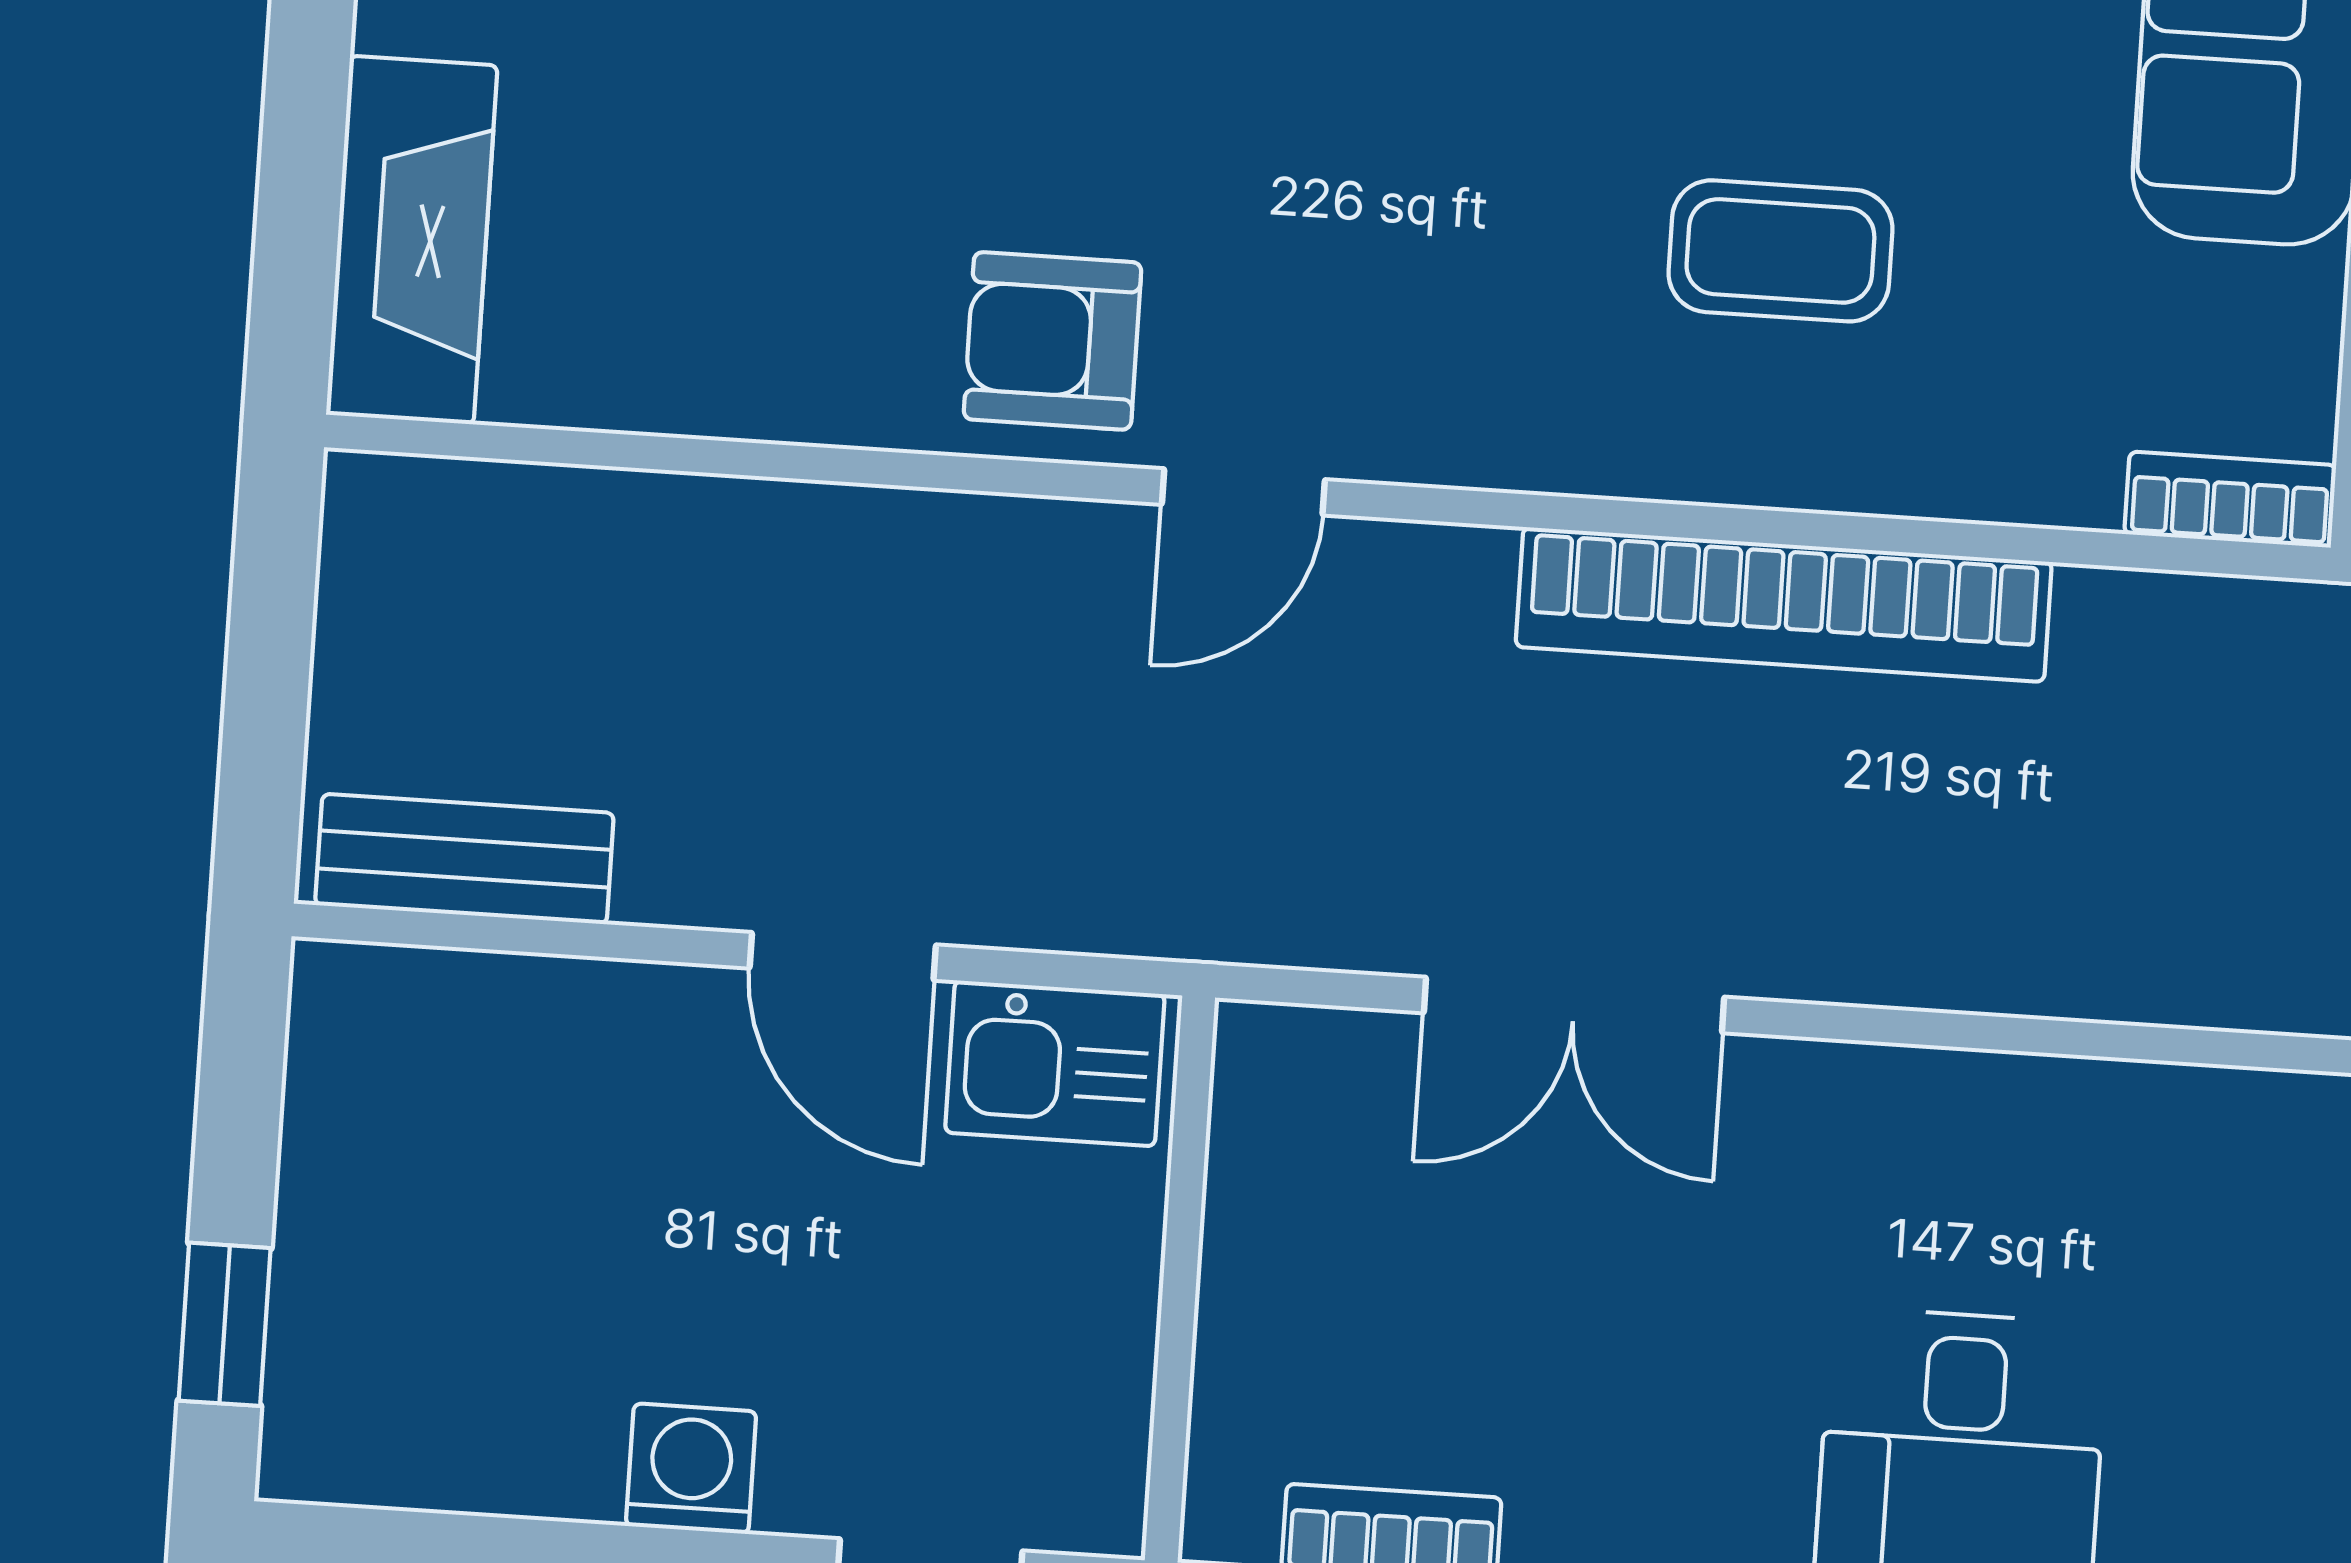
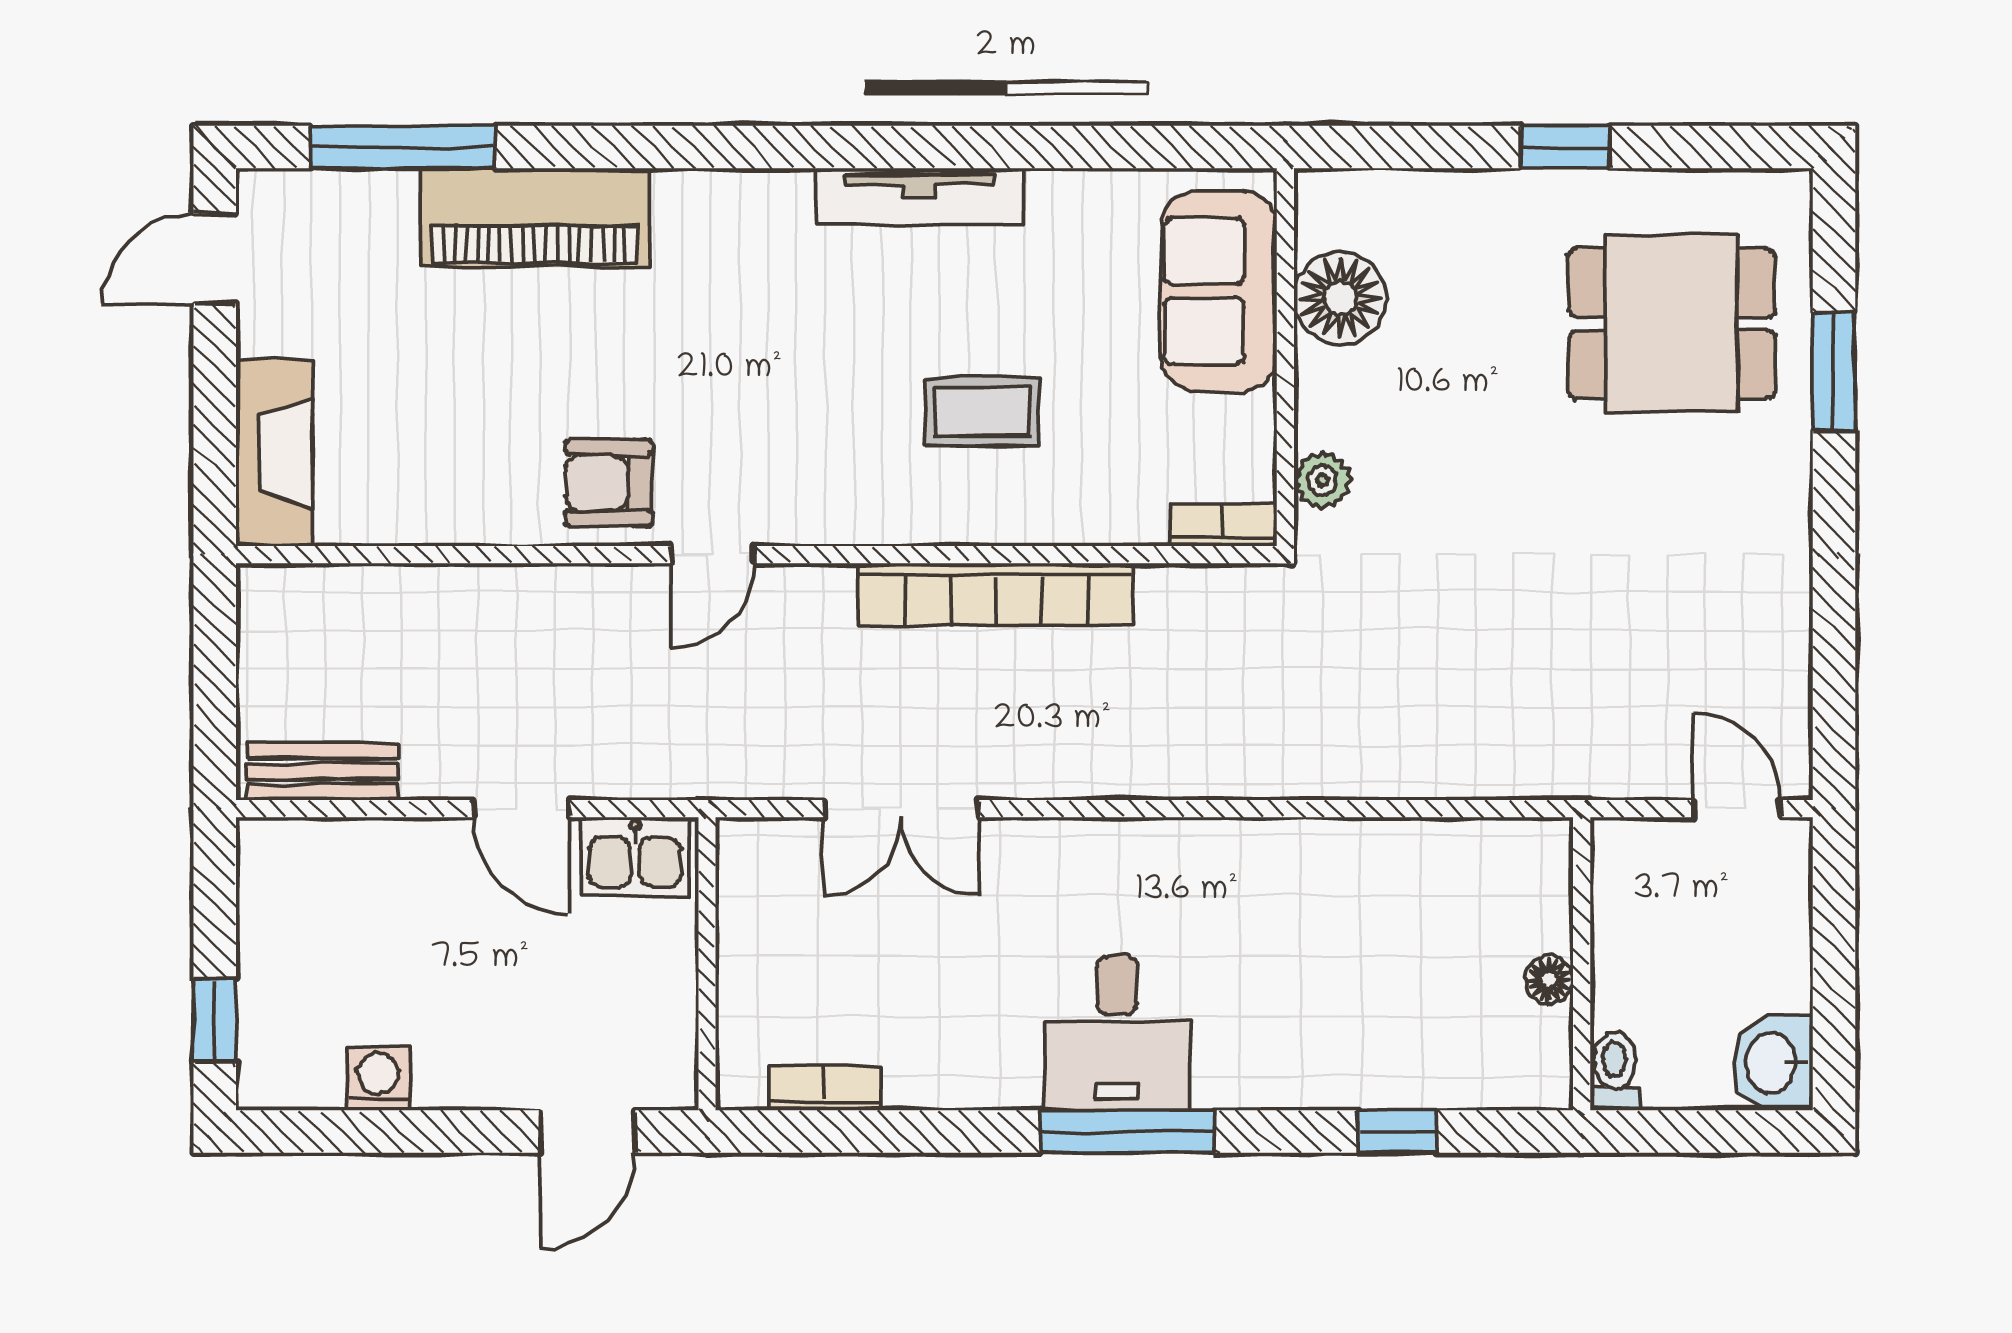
washing machine: (691, 1469) -> (378, 1079), moved

